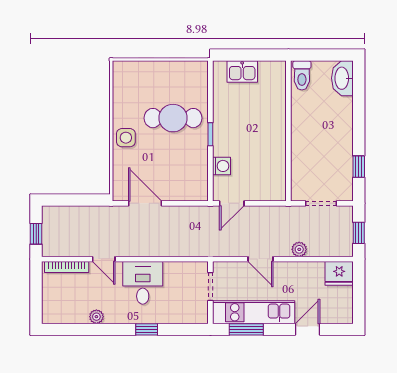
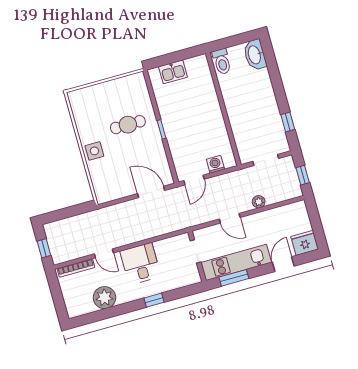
cafe table: (173, 118) -> (128, 125), width x0.73, depth x0.74
washing machine: (222, 166) -> (215, 164), moved, turned -90
door: (145, 203) -> (151, 192), moved
fridge: (339, 273) -> (305, 243), moved, turned 180
plant: (96, 317) -> (105, 298), width x1.87, depth x1.87

